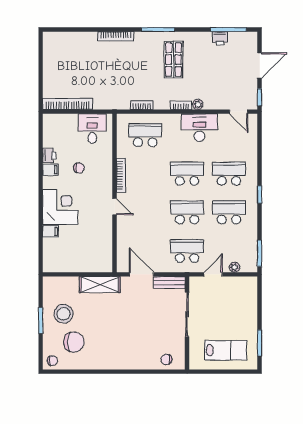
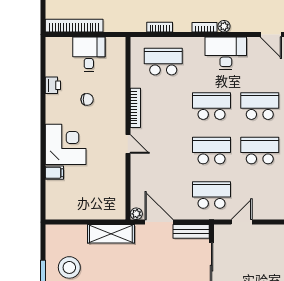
desk: (92, 129) -> (89, 54), moved
filing cabinet: (50, 170) -> (54, 102), removed
plant: (235, 267) -> (136, 214), moved

